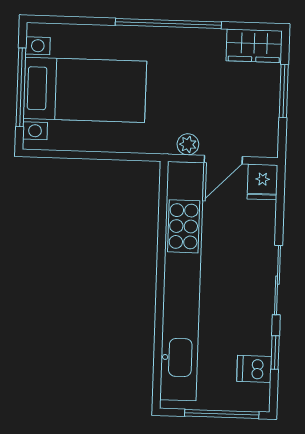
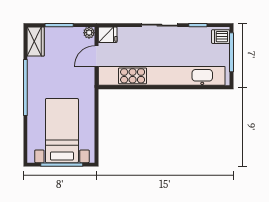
plant: (188, 144) -> (89, 33), moved
door: (223, 160) -> (97, 56), swing flipped
dishwasher: (254, 369) -> (221, 37), moved, turned 90

